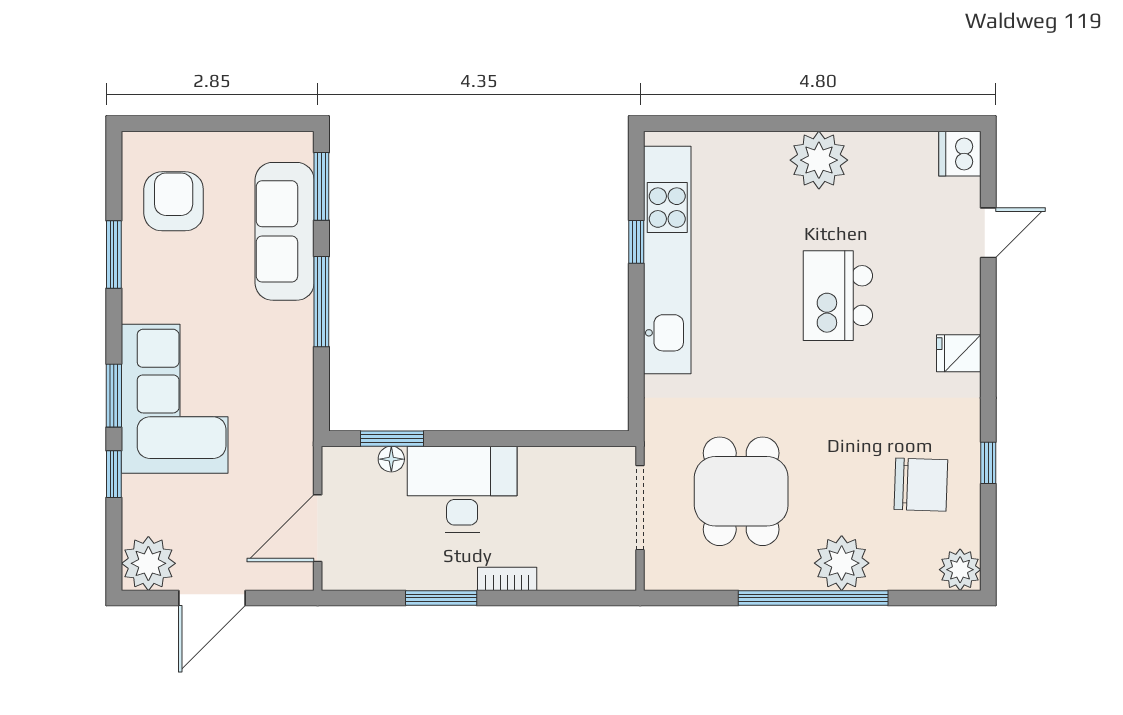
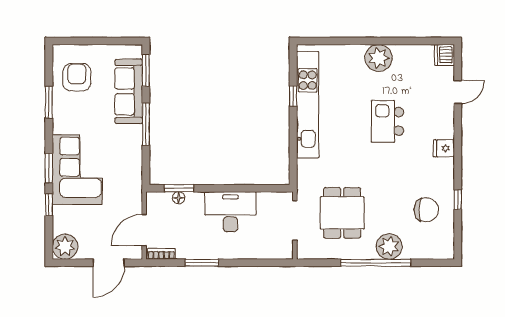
desk: (462, 489) -> (230, 212), moved
plant: (960, 570) -> (445, 250), removed
bookcase: (507, 579) -> (161, 254), moved
door: (212, 598) -> (109, 263), moved

